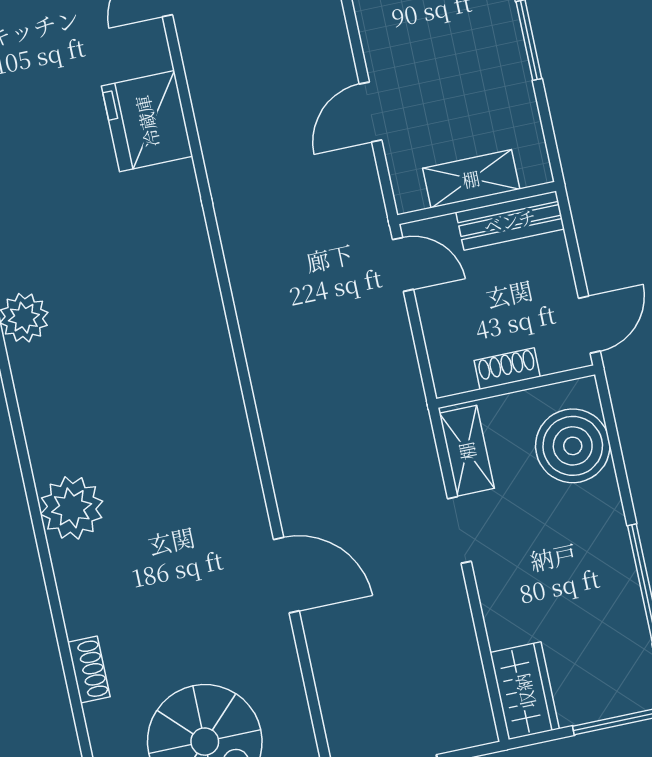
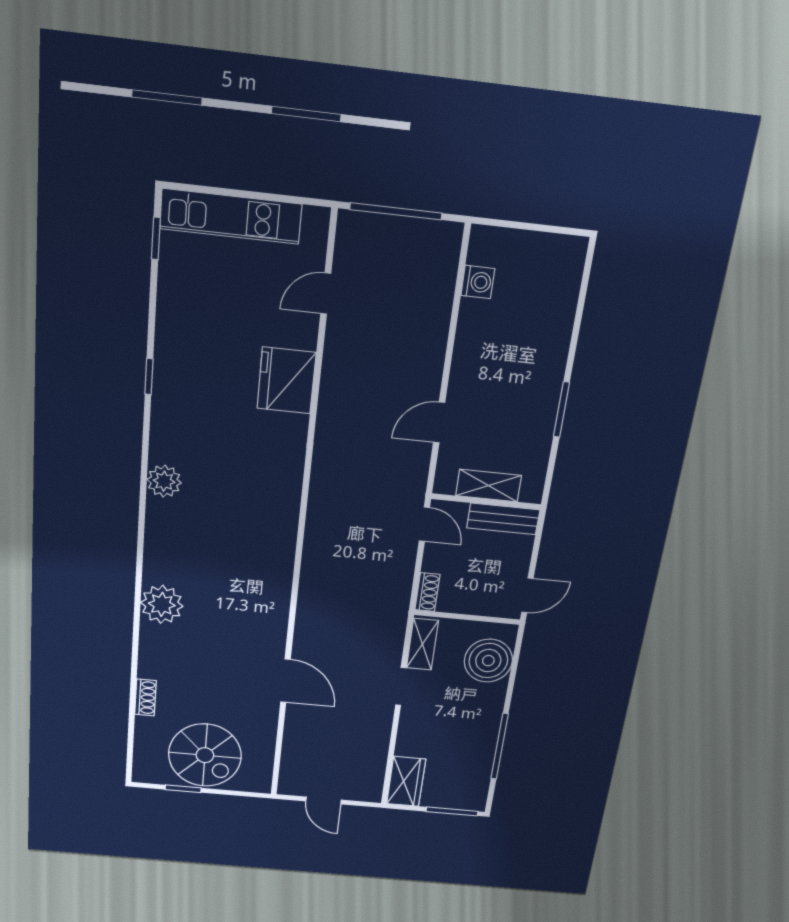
shoe rack: (507, 369) -> (427, 592), moved, turned 90

